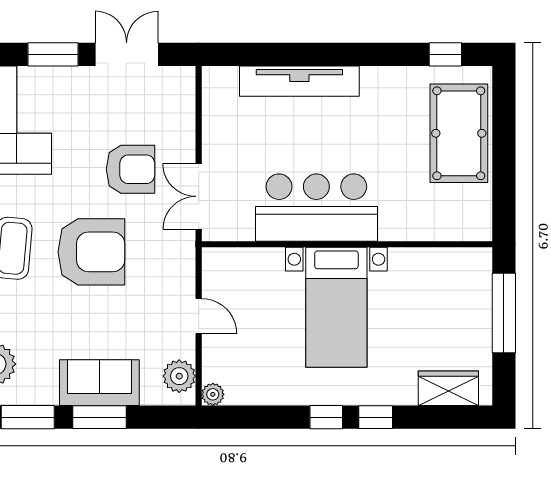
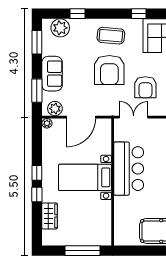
door: (199, 316) -> (81, 117), width x1.88
wardrobe: (448, 388) -> (50, 216), moved
window: (99, 417) -> (37, 91), moved

